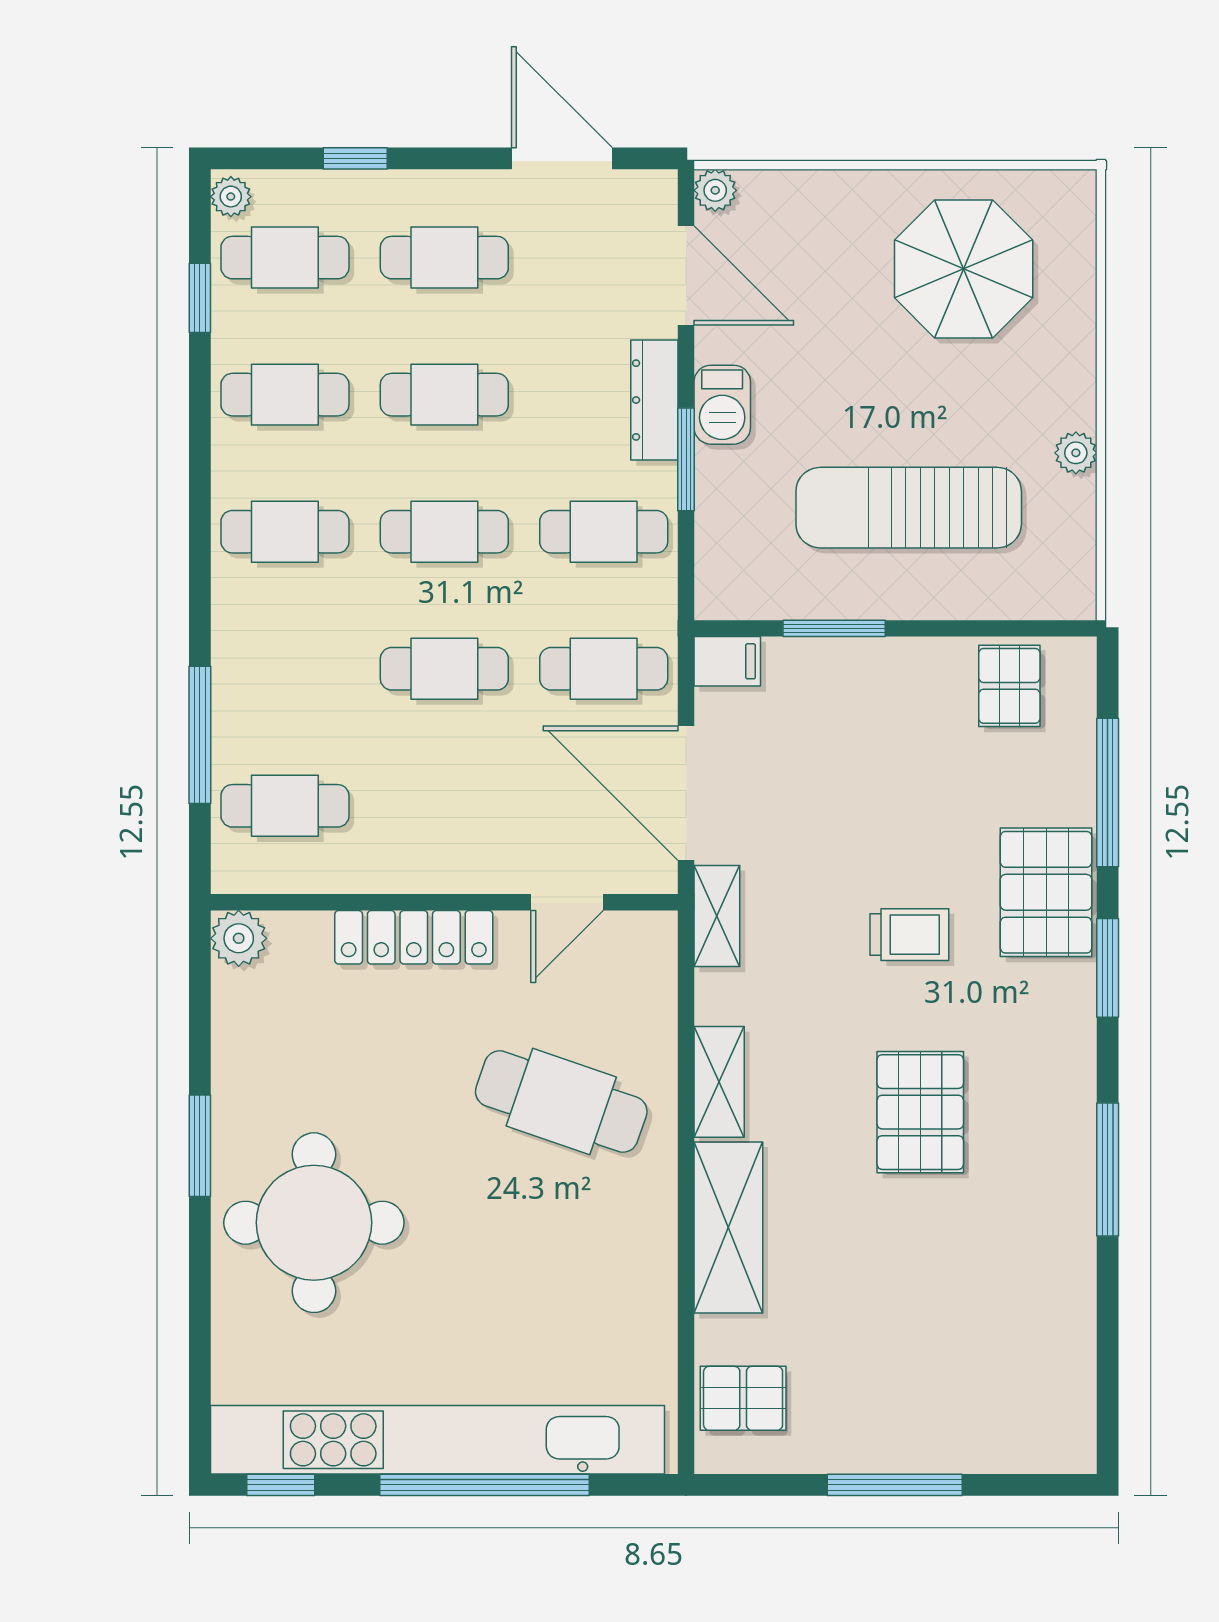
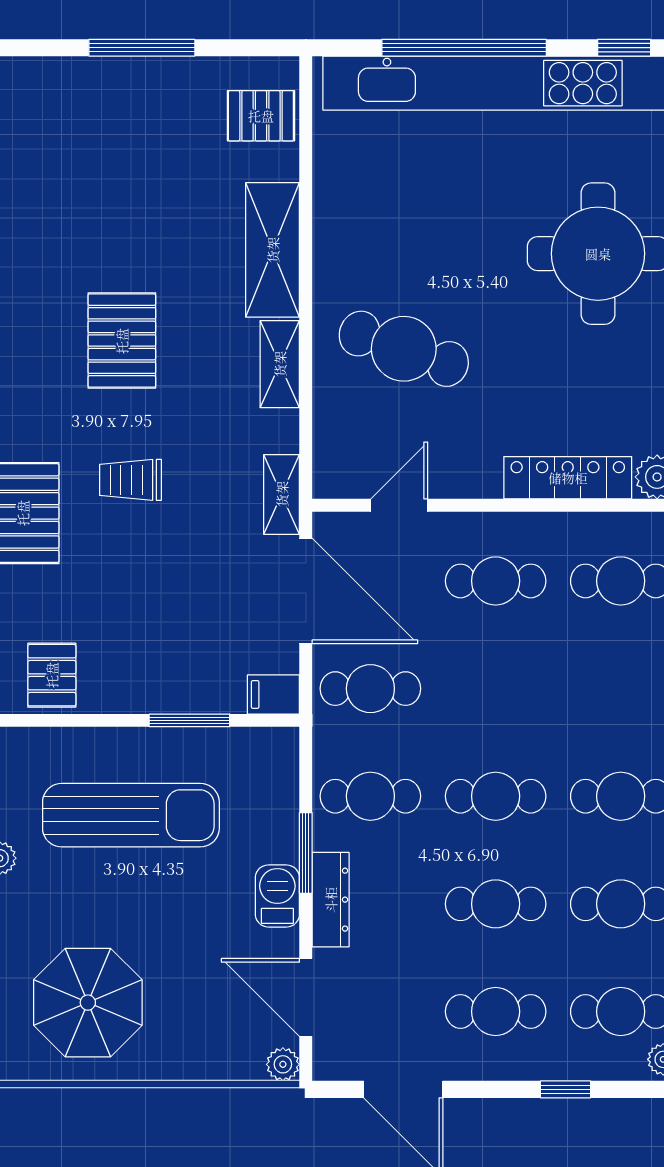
cafe table: (444, 669) -> (496, 581), moved
locker: (414, 937) -> (568, 478), moved

